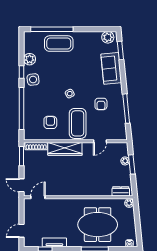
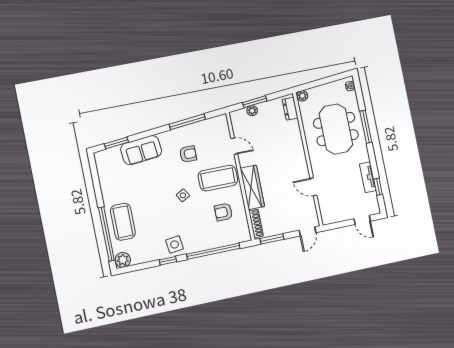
plant: (108, 37) -> (103, 162), removed
plant: (30, 59) -> (123, 260), moved
door: (38, 197) -> (313, 187), moved

